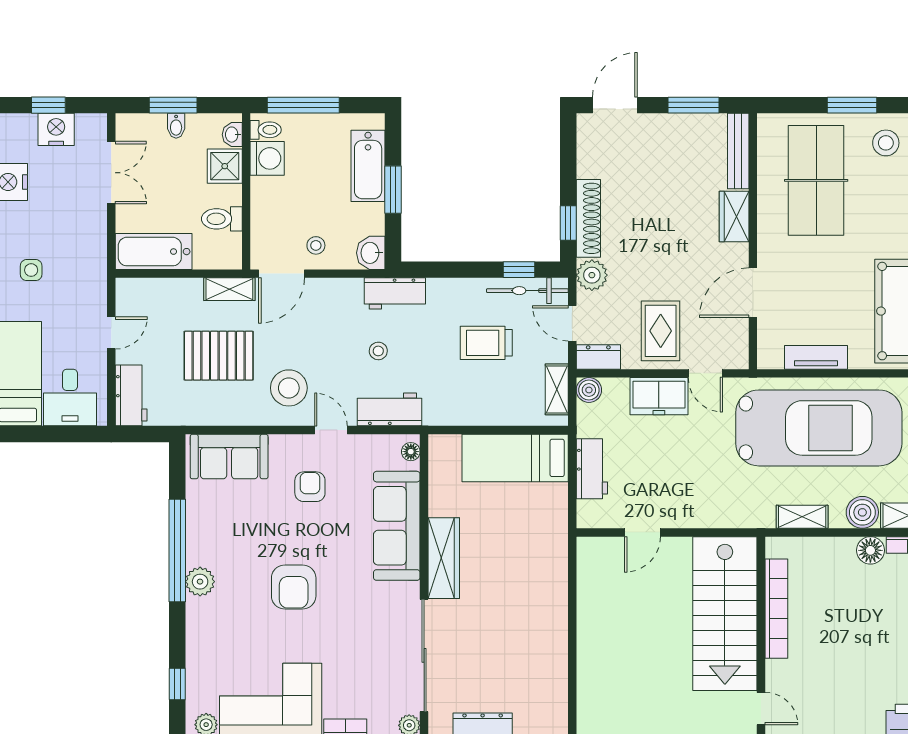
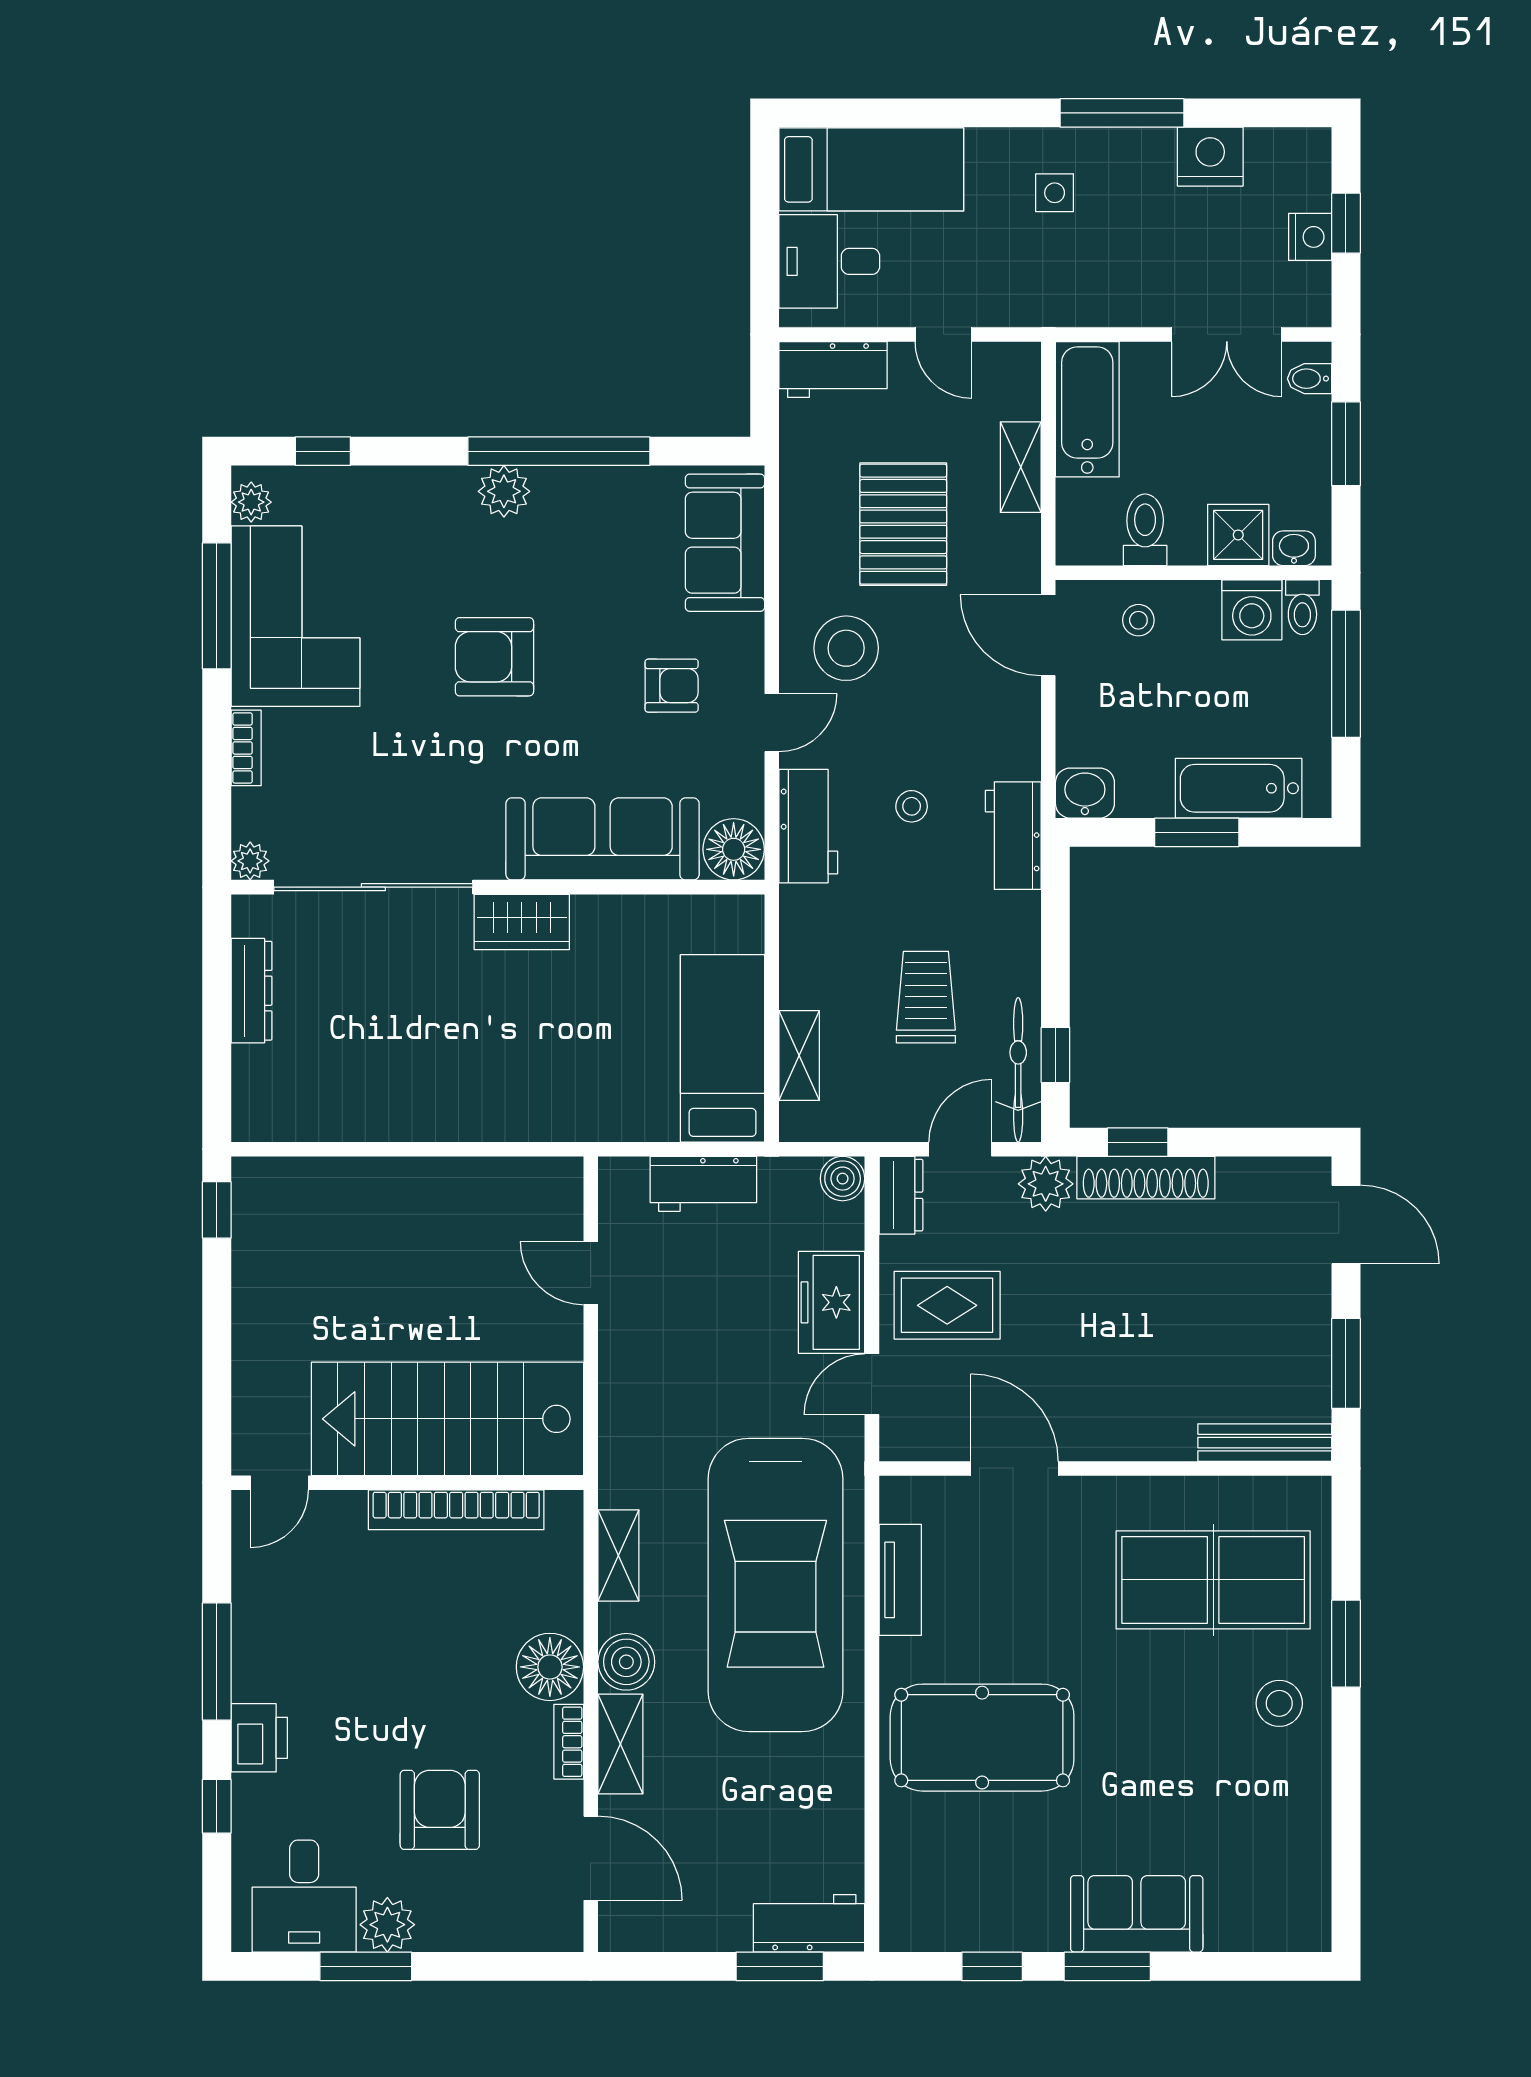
bidet: (176, 126) -> (1310, 379), moved
nightstand: (56, 129) -> (1310, 237), width x0.74, depth x0.75
wardrobe: (734, 216) -> (1149, 1435), removed
stool: (316, 245) -> (1138, 620), moved
shelving: (229, 289) -> (1021, 467), moved
shelving: (557, 389) -> (799, 1056), moved, turned 90
floor lamp: (411, 452) -> (734, 849), width x1.89, depth x1.89
floor lamp: (870, 550) -> (550, 1667), width x1.38, depth x1.38
wardrobe: (444, 558) -> (522, 922), width x0.67

